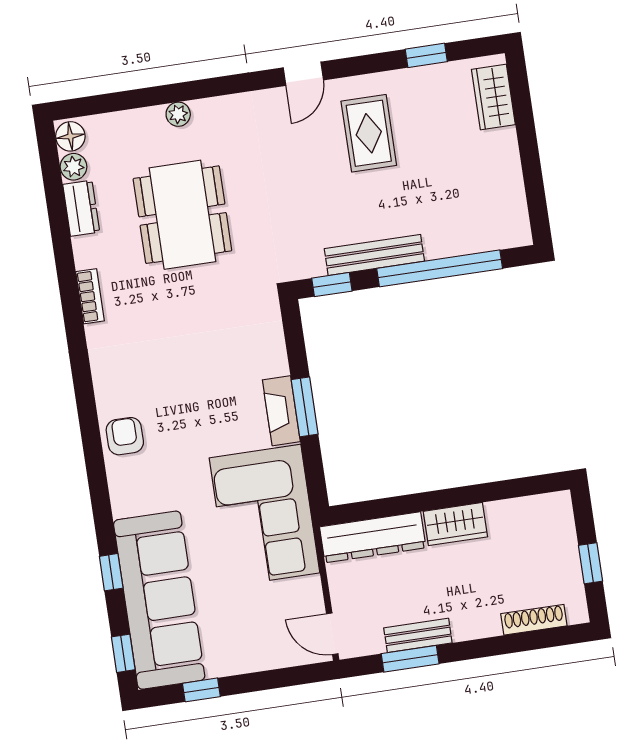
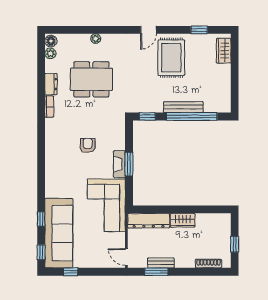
rug: (369, 133) -> (171, 58), width x1.36, depth x1.43
dresser: (81, 208) -> (51, 84), moved
dining table: (182, 215) -> (91, 79), turned 90
bench: (374, 255) -> (183, 107), moved
armchair: (125, 436) -> (88, 145), moved

